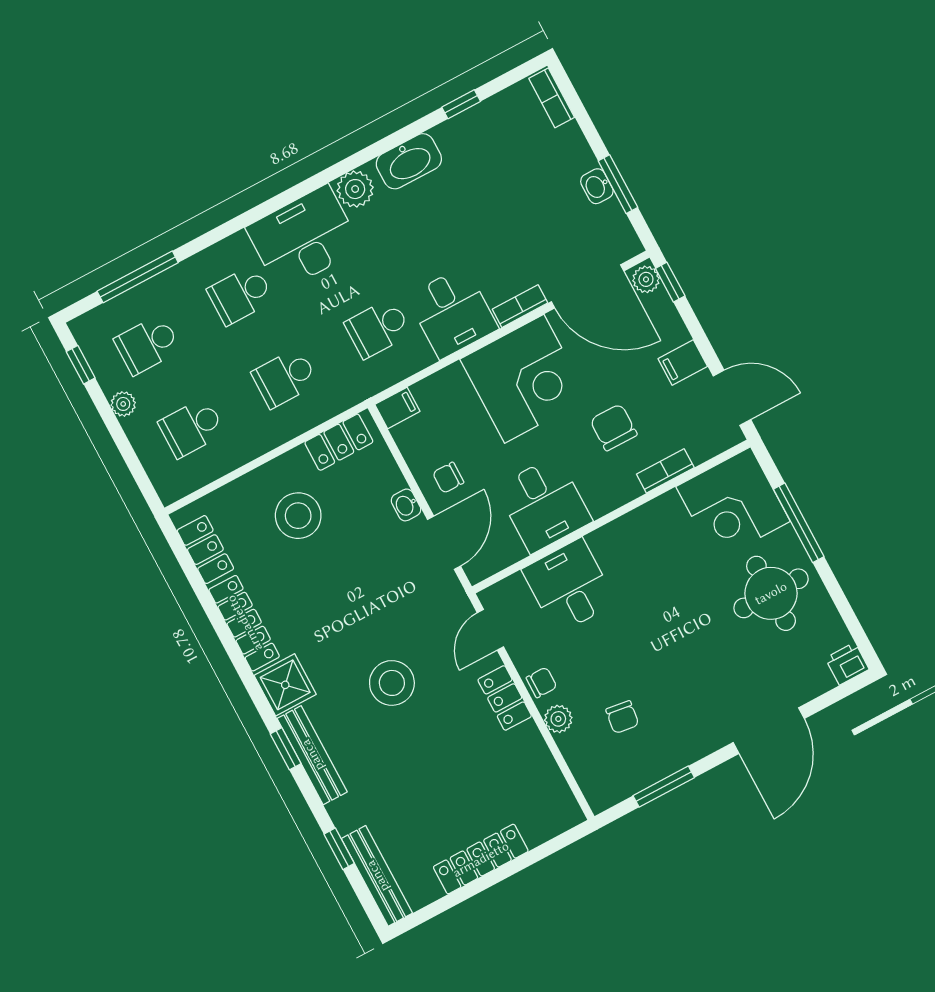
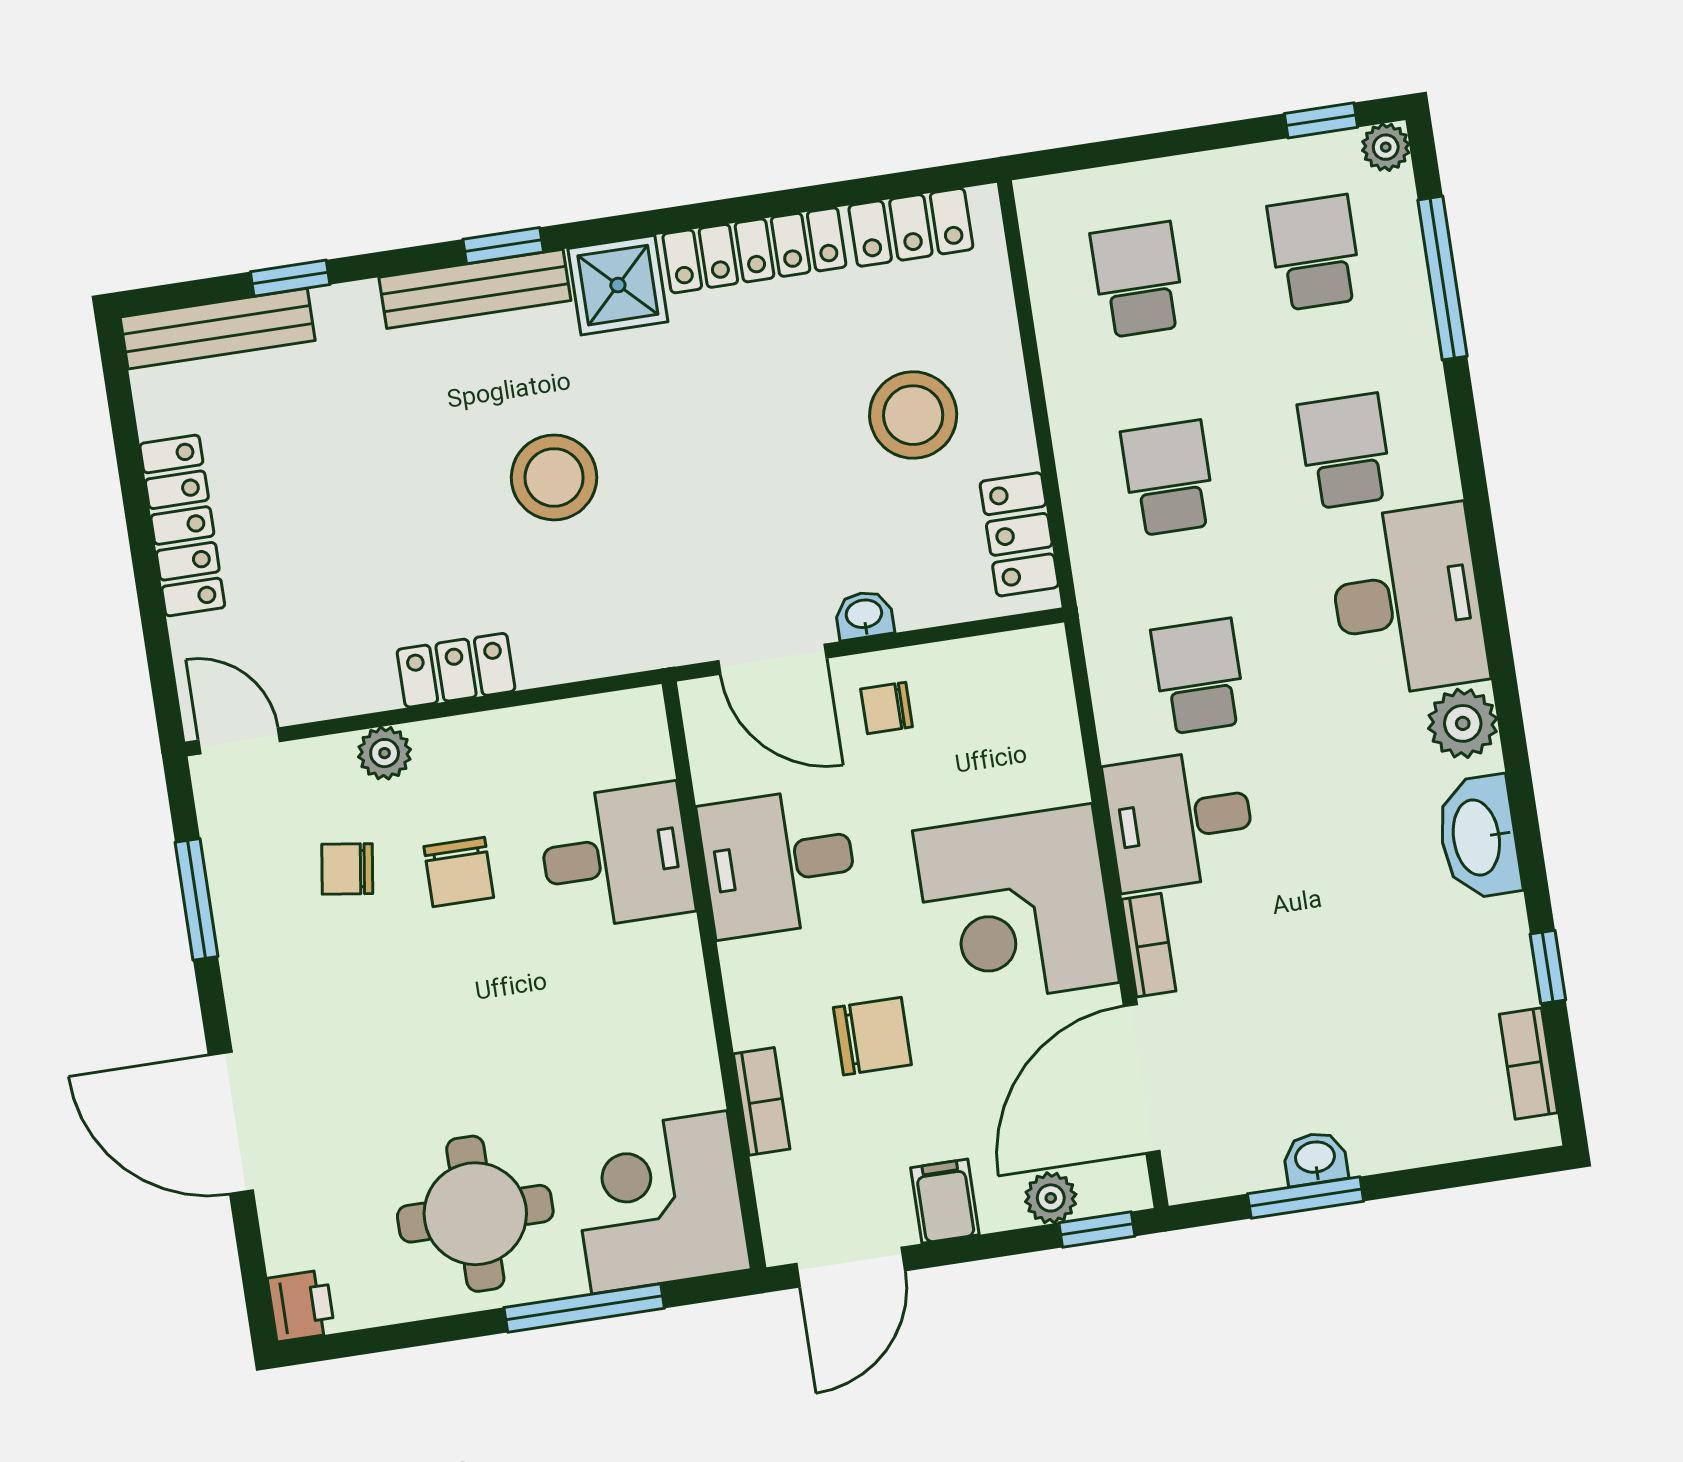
bookcase: (552, 98) -> (1528, 1064), moved, turned -90
plant: (646, 279) -> (1051, 1198), moved
plant: (123, 404) -> (1386, 147), moved
filing cabinet: (397, 408) -> (1044, 661), removed
chair: (448, 478) -> (887, 708), turned -90
door: (490, 630) -> (239, 741), moved
chair: (541, 682) -> (459, 872), moved, width x1.37, depth x1.37

